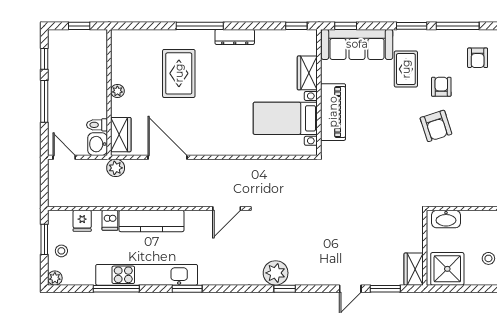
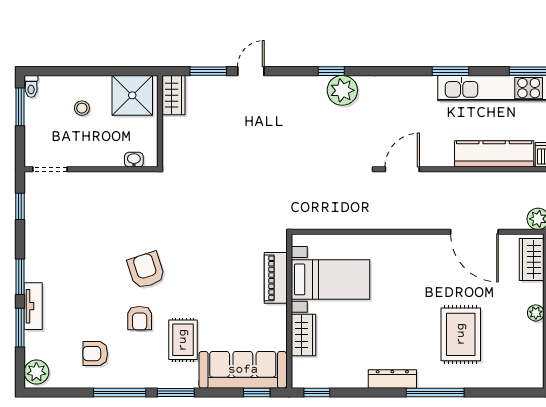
armchair: (478, 58) -> (95, 354), turned -90
piano: (333, 112) -> (276, 278), width x0.73, depth x0.75
washbasin: (446, 219) -> (134, 160), width x0.52, depth x0.69

